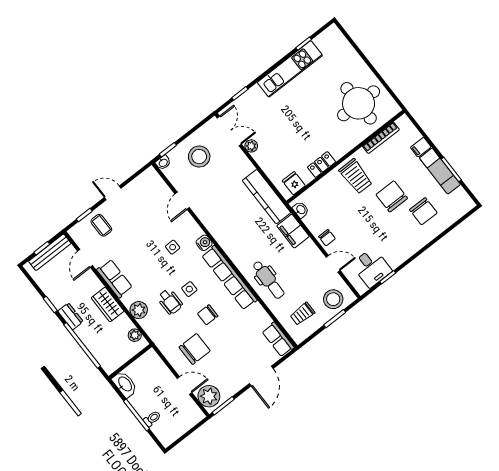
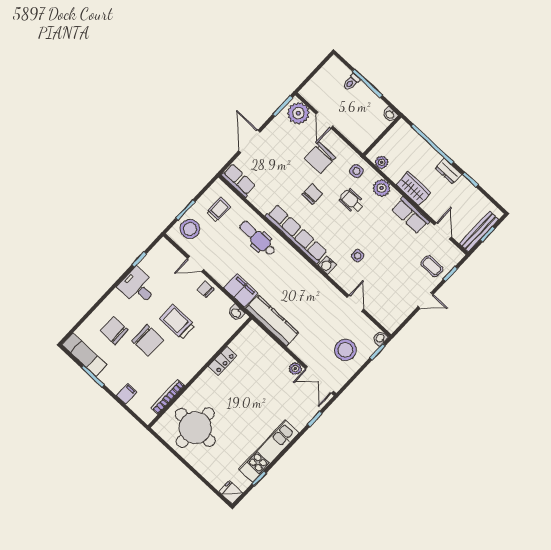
exam couch: (440, 171) -> (84, 355), moved
trolley: (356, 176) -> (177, 322), moved
fridge: (294, 183) -> (231, 492), moved, turned 180
desk: (372, 268) -> (138, 287), moved
side table: (189, 289) -> (356, 171), moved
washbasin: (125, 384) -> (390, 114), width x0.52, depth x0.69
door: (184, 385) -> (324, 120), hinge flipped

